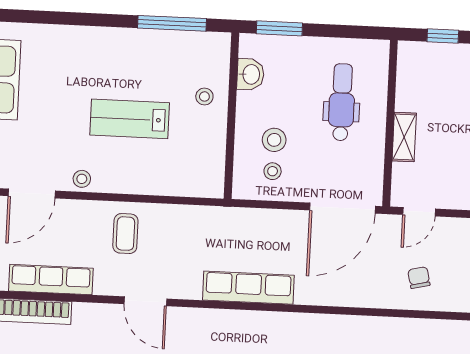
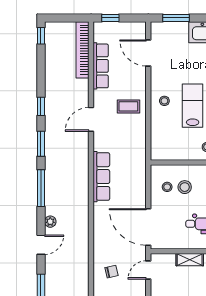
stool: (82, 179) -> (164, 101), moved
door: (419, 212) -> (148, 270), hinge flipped

